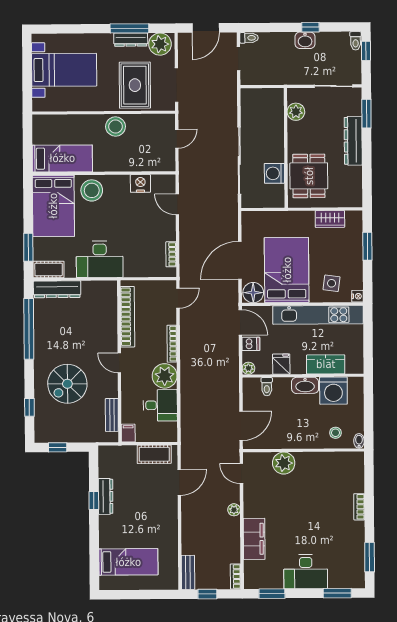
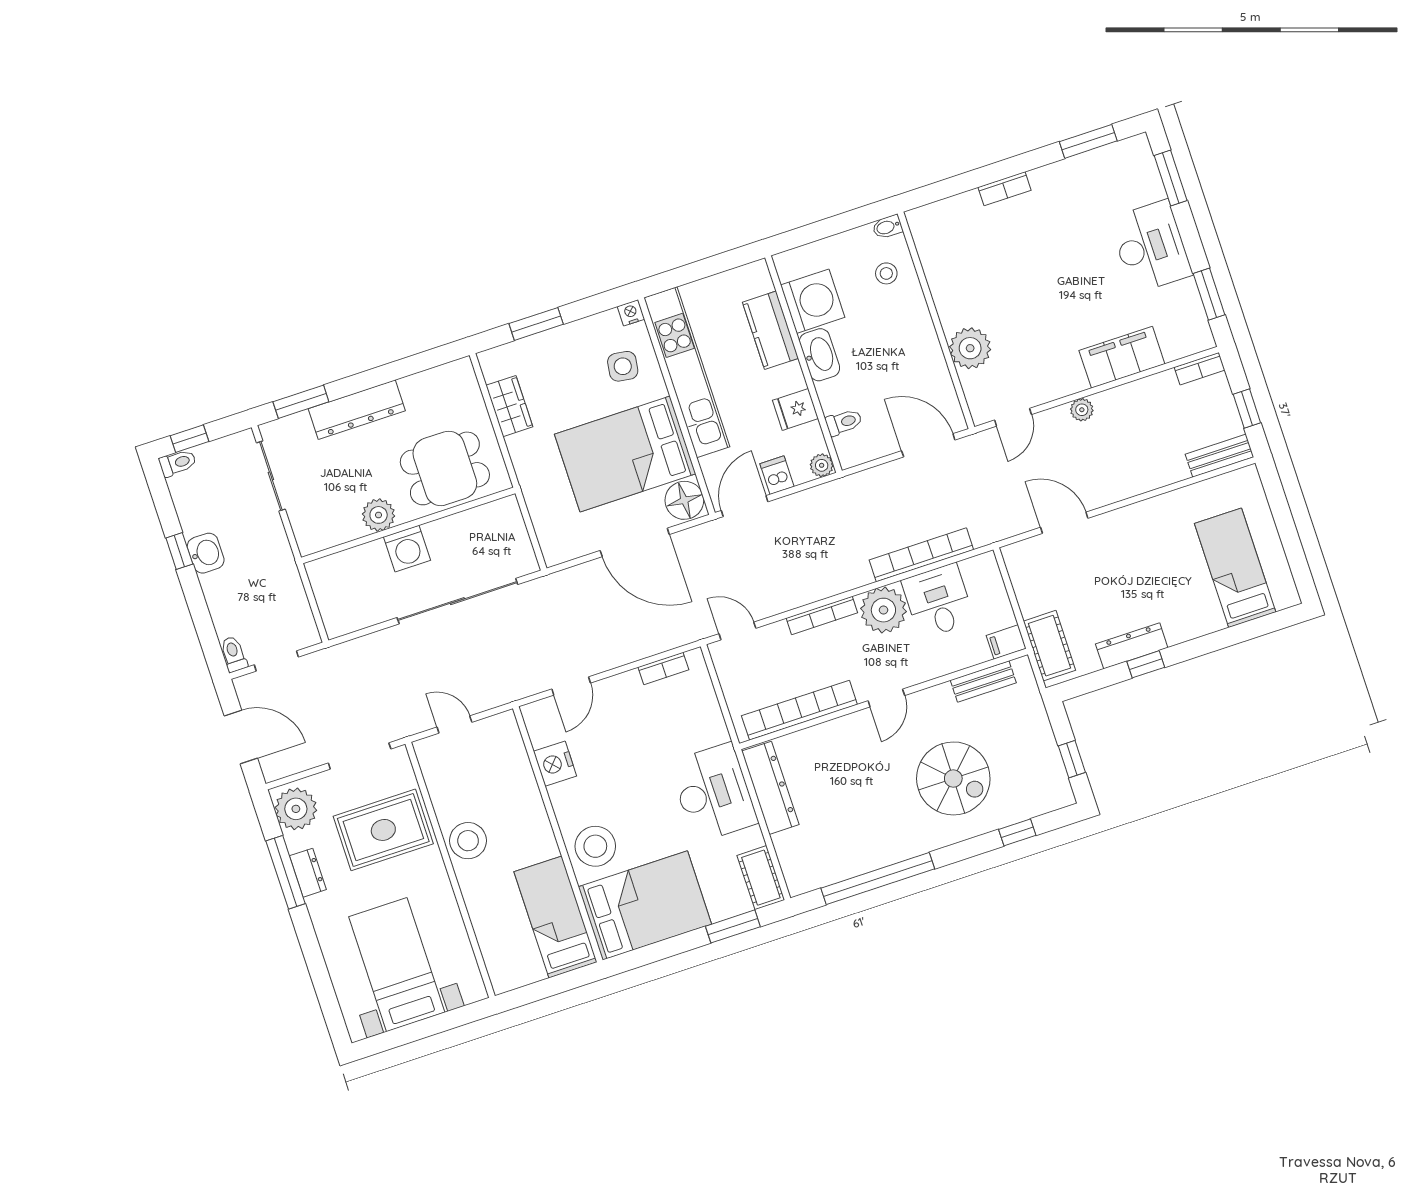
dresser: (131, 40) -> (308, 873), width x0.70
plant: (296, 112) -> (379, 515), moved
washing machine: (274, 173) -> (407, 549), moved
dresser: (57, 289) -> (770, 788), moved
bookcase: (186, 404) -> (921, 555), added
cot: (154, 454) -> (1049, 646), moved

